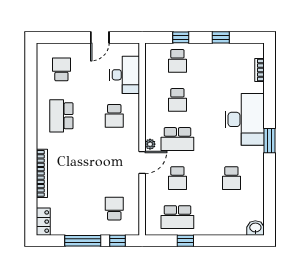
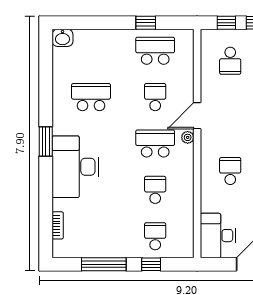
window: (221, 37) -> (104, 264), width x2.17
desk: (125, 75) -> (218, 236), moved
school desk: (231, 178) -> (91, 97), width x1.85

